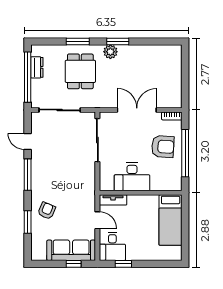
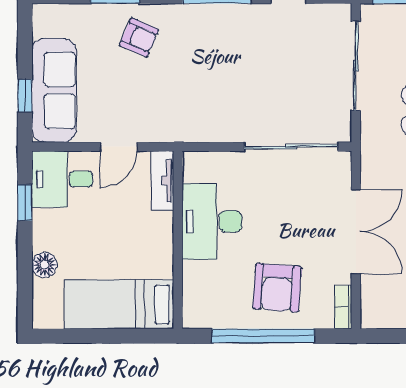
floor lamp: (152, 255) -> (44, 265), added

